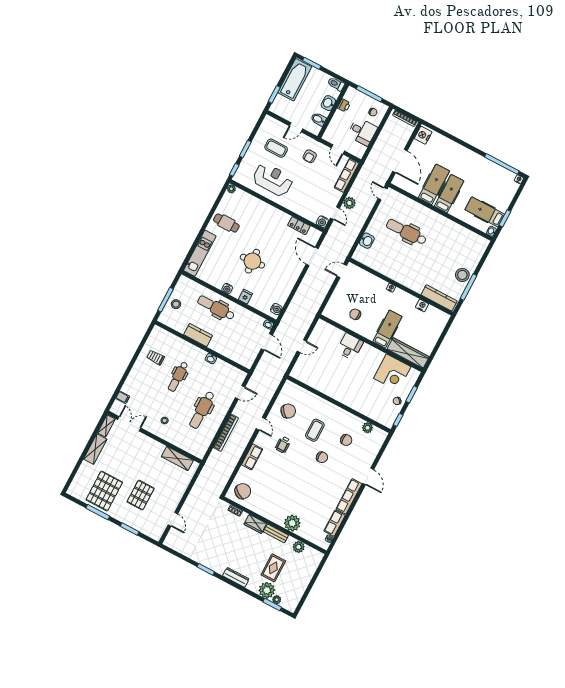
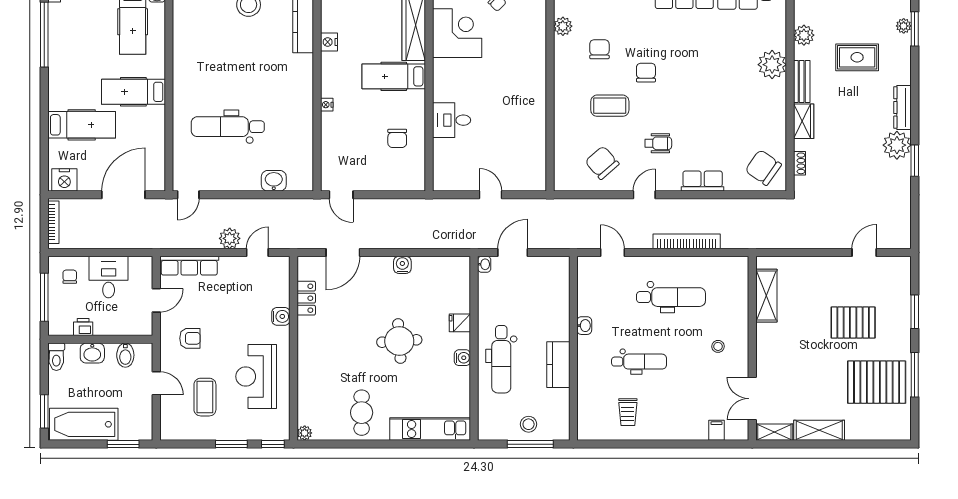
hospital bed: (434, 184) -> (82, 125), moved, turned 180
water cooler: (322, 222) -> (281, 316), moved
dental chair: (406, 232) -> (228, 127), turned 91
water cooler: (276, 309) -> (402, 265), moved
plant: (267, 590) -> (897, 145), moved

